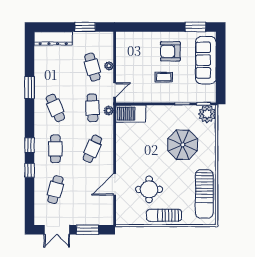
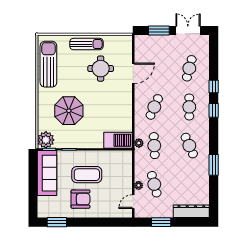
sofa: (206, 60) -> (47, 173), moved
coffee table: (164, 77) -> (87, 175), width x1.86, depth x1.72
door: (115, 90) -> (133, 202), moved

